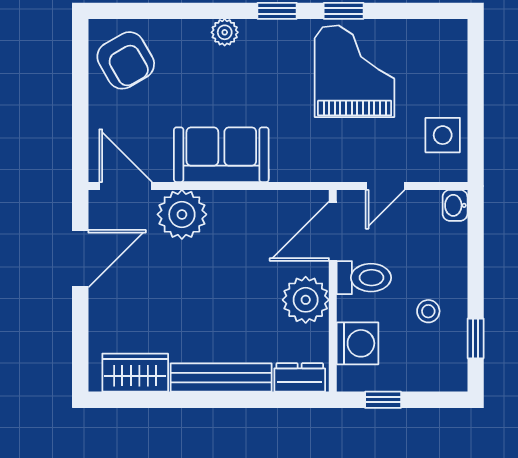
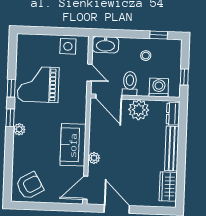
plant: (225, 32) -> (19, 129), moved
washbasin: (455, 205) -> (105, 45), width x1.91, depth x1.45
plant: (182, 214) -> (94, 158), width x0.53, depth x0.53

